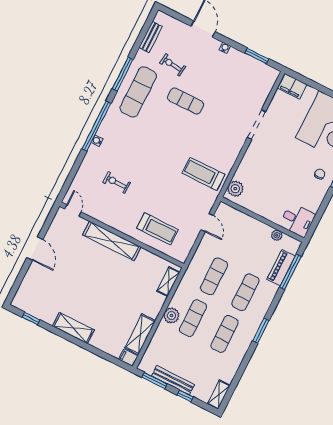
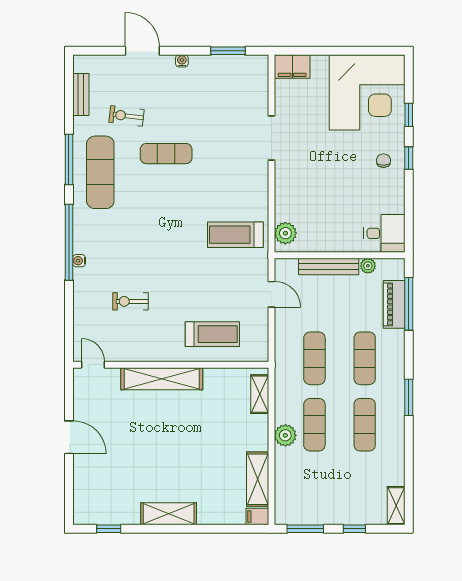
bench: (173, 380) -> (329, 267), moved

